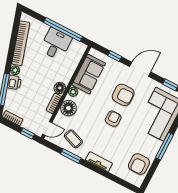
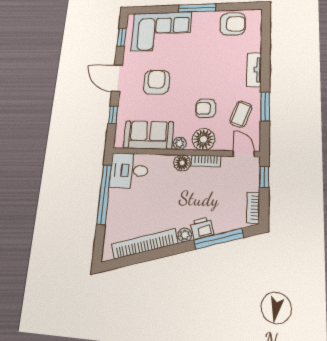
desk: (56, 44) -> (129, 171), moved
armchair: (113, 119) -> (206, 108), moved

